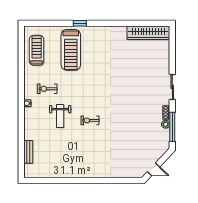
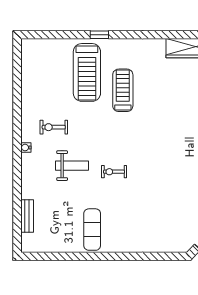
treadmill: (37, 50) -> (123, 90), moved
weight bench: (60, 116) -> (72, 166), turned -90
exercise mat: (75, 161) -> (92, 230), added

